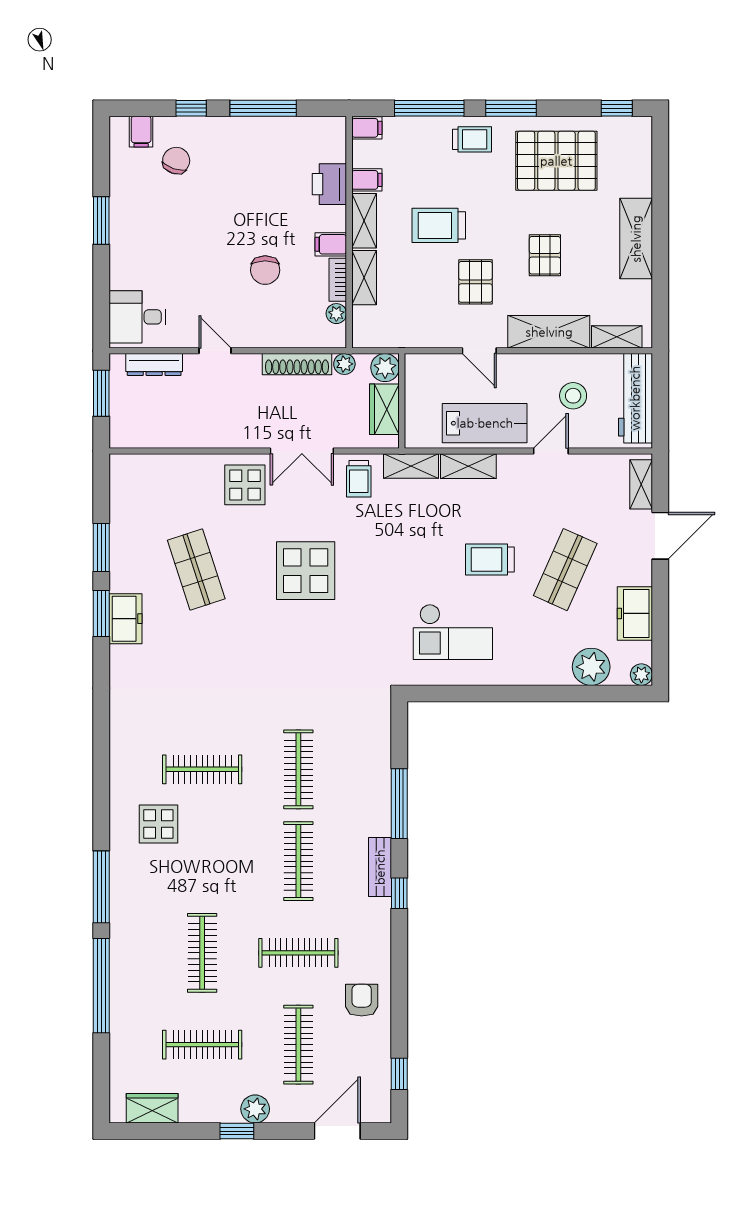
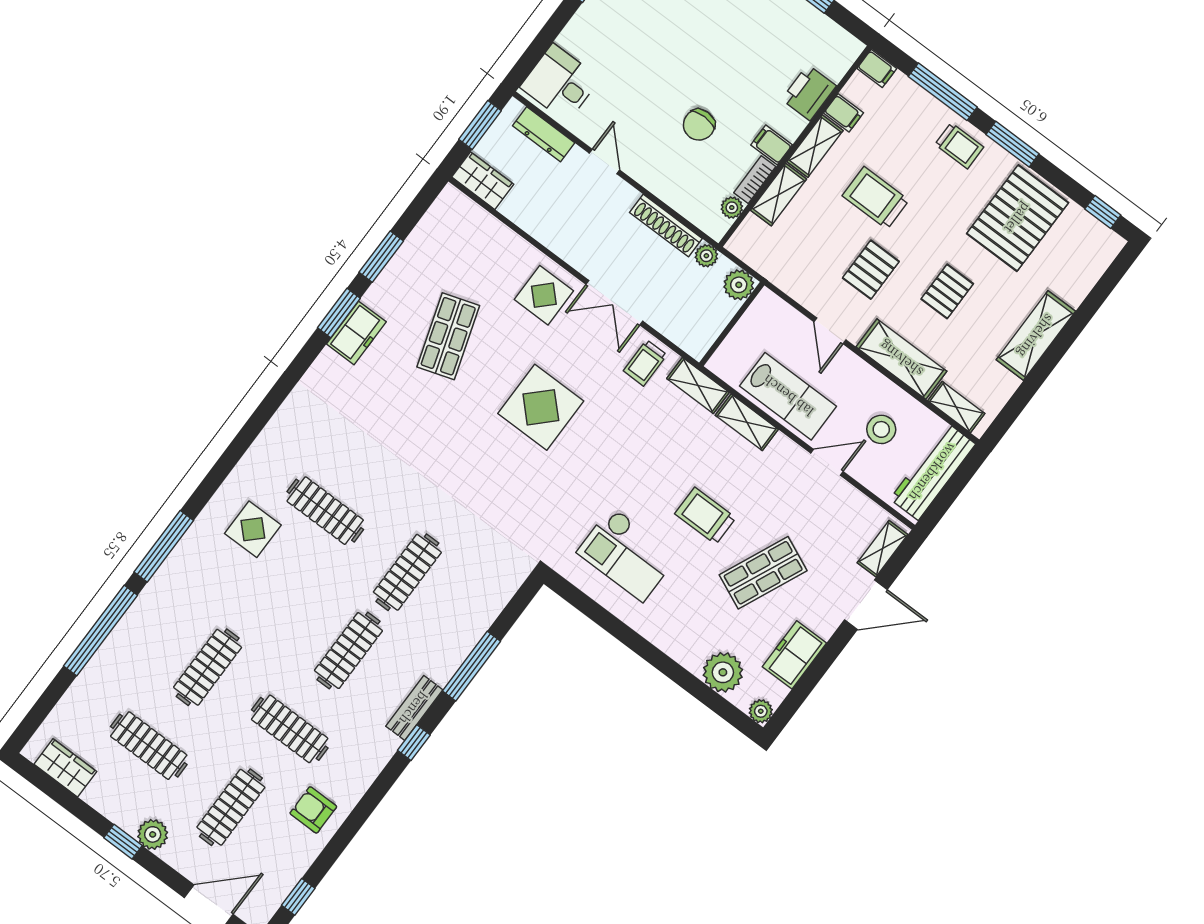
pallet: (556, 161) -> (1018, 218), turned 90
wardrobe: (384, 409) -> (483, 181), moved, turned 90
armchair: (362, 1000) -> (313, 810), turned -90

